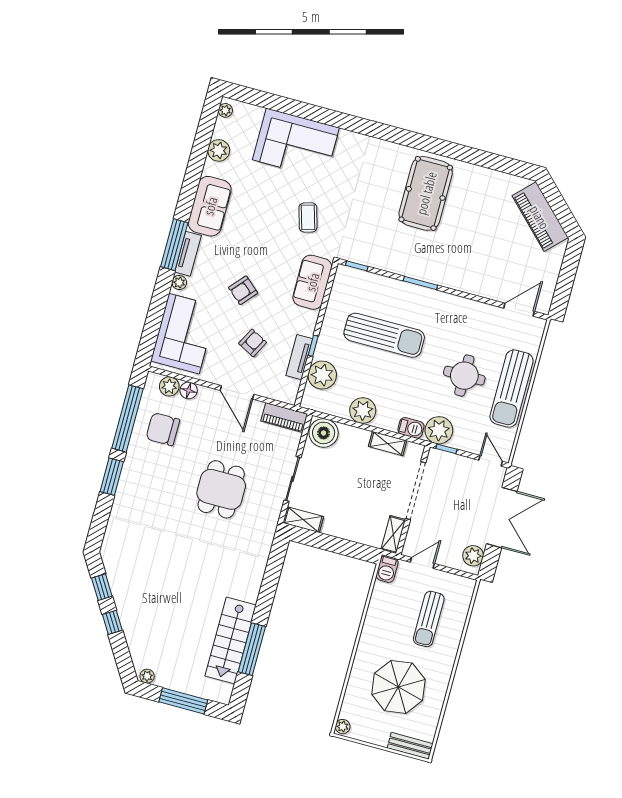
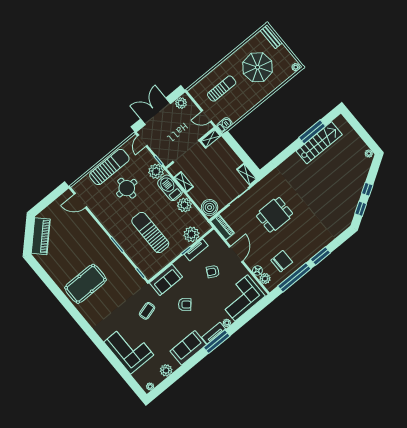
armchair: (243, 290) -> (185, 304), moved
barbecue: (411, 428) -> (170, 188), width x1.88, depth x1.53
chair: (163, 429) -> (282, 261), turned -90
window: (183, 701) -> (360, 130), removed

